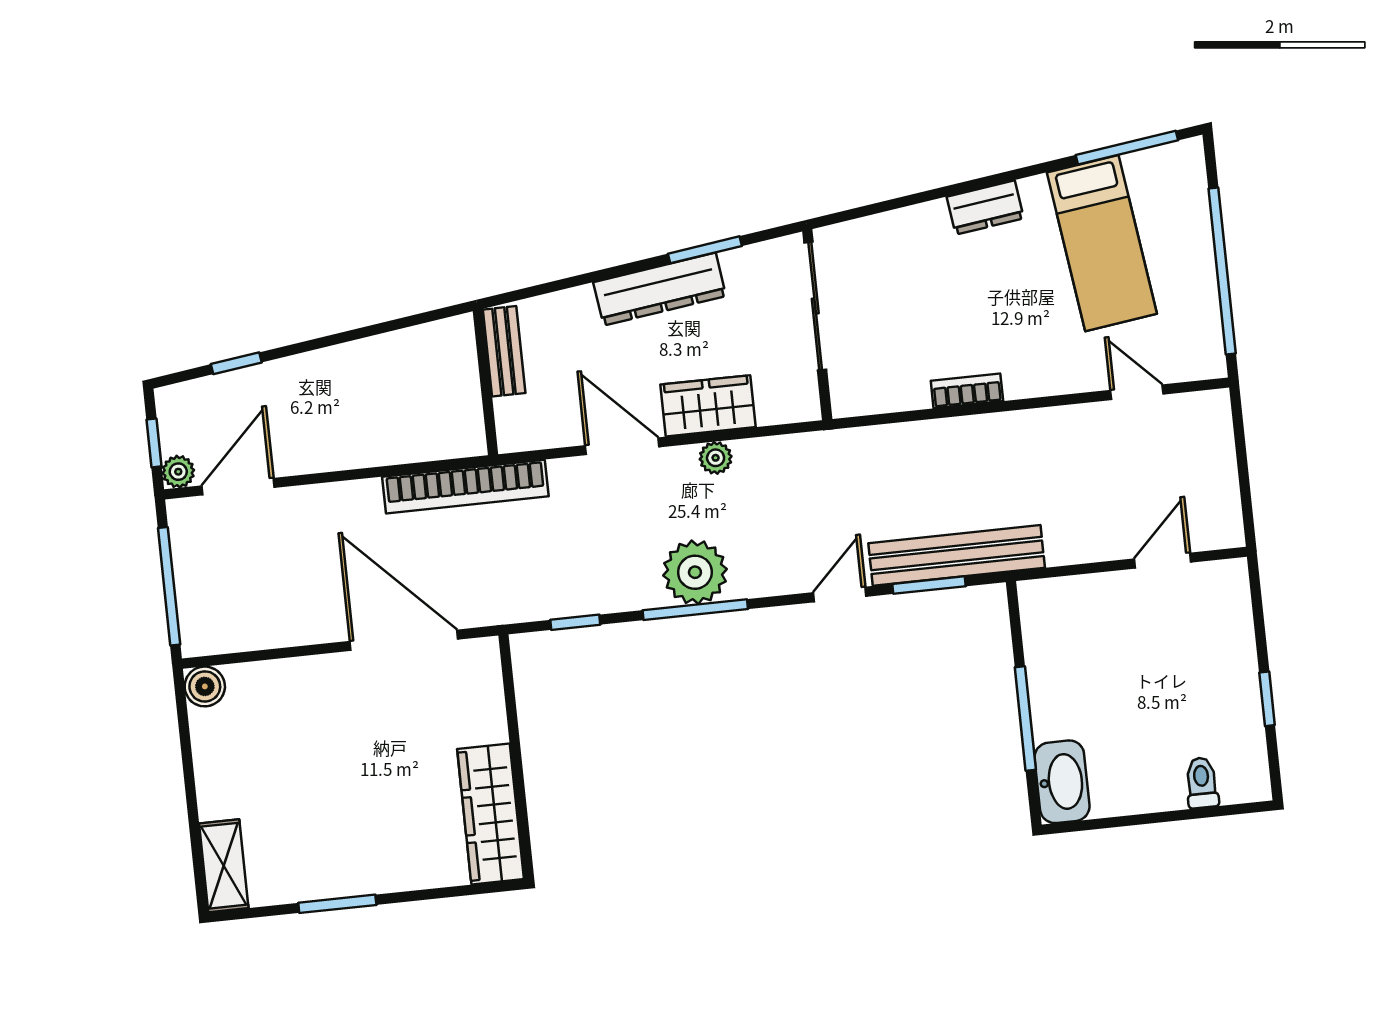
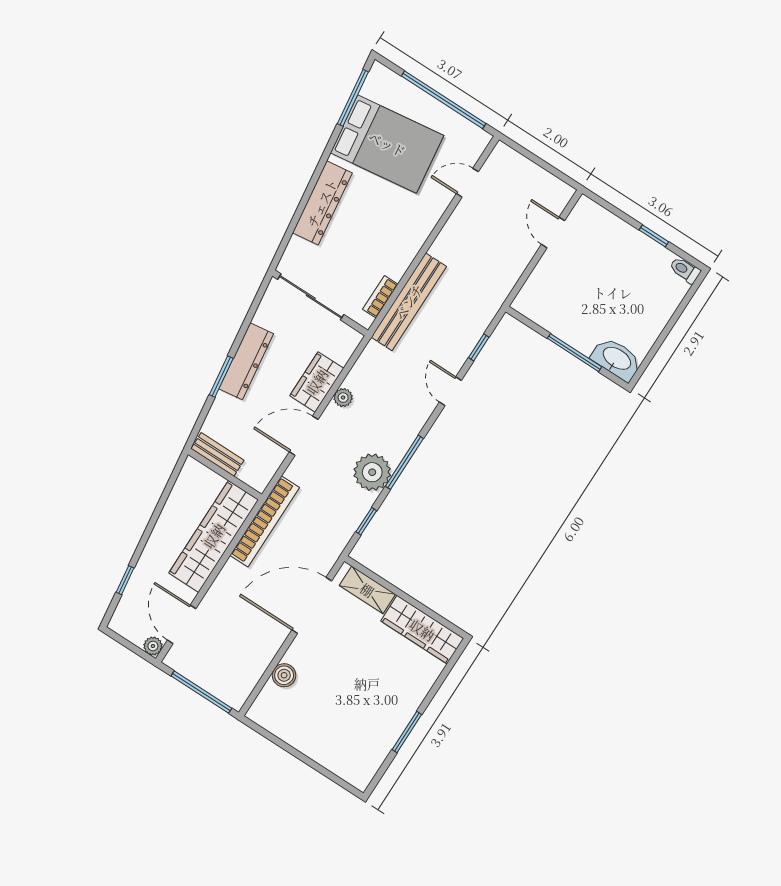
dresser: (985, 207) -> (322, 203), width x1.96, depth x1.24
bed: (1102, 243) -> (387, 144), width x1.50
window: (705, 250) -> (221, 376), moved
bookcase: (967, 391) -> (380, 297), moved
wardrobe: (390, 435) -> (214, 536), added
window: (154, 443) -> (131, 647), removed
bench: (957, 555) -> (409, 302), moved
plant: (695, 572) -> (372, 472), moved
window: (929, 585) -> (479, 347), width x0.67
boiler: (205, 686) -> (284, 675), moved
toilet: (1202, 783) -> (685, 270), moved
shelving: (224, 866) -> (367, 590), moved

